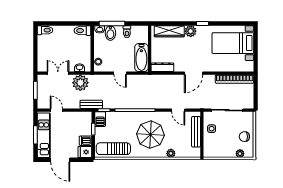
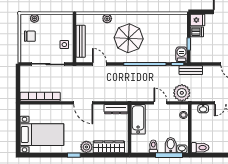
door: (194, 73) -> (83, 103), swing flipped
plant: (80, 83) -> (182, 93), moved
sun lounger: (113, 149) -> (168, 23), removed

